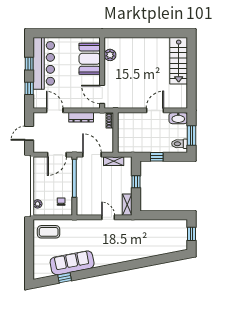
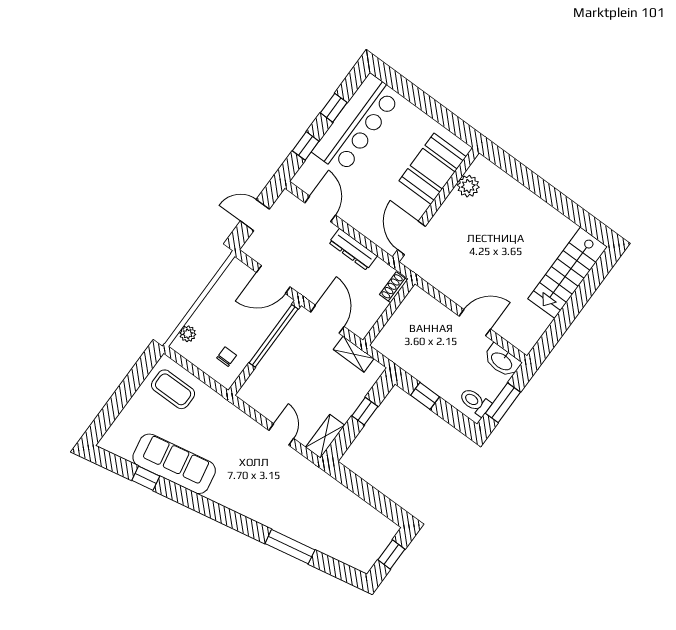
window: (146, 262) -> (290, 547), added

